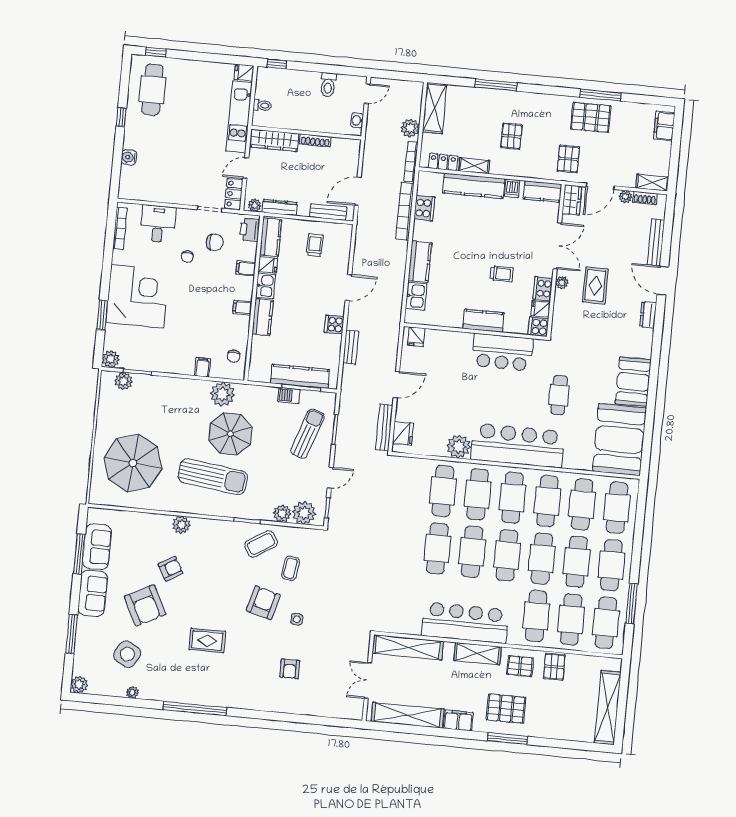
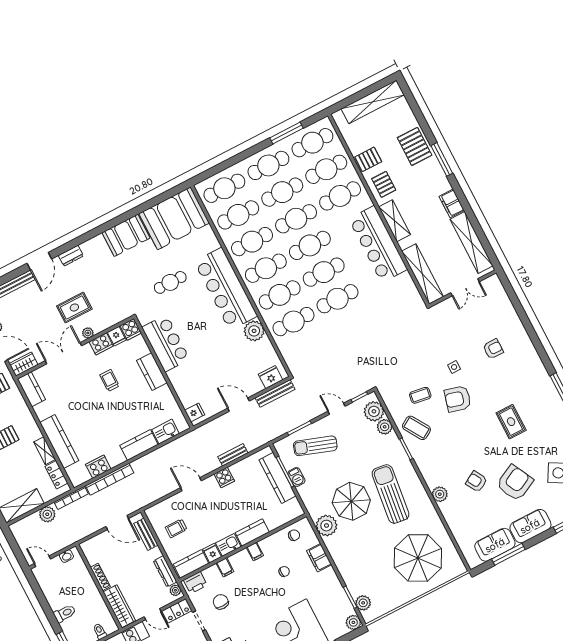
toilet: (328, 85) -> (65, 613), moved
dishwasher: (512, 188) -> (43, 413), removed
chair: (187, 256) -> (284, 571), moved
filing cabinet: (203, 367) -> (319, 558), width x2.00
pallet: (506, 709) -> (415, 146), moved

